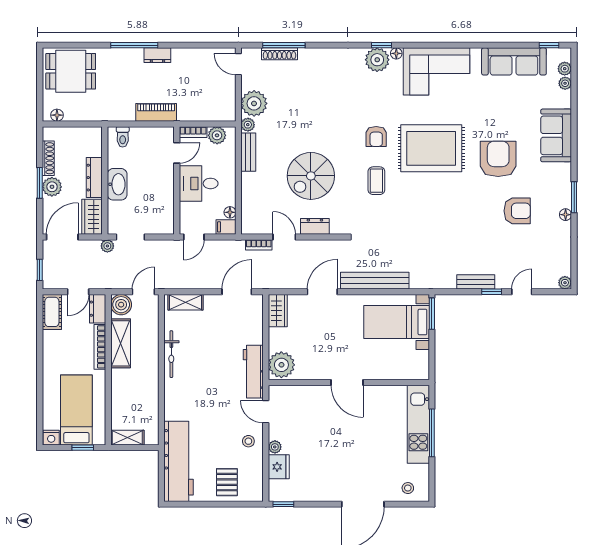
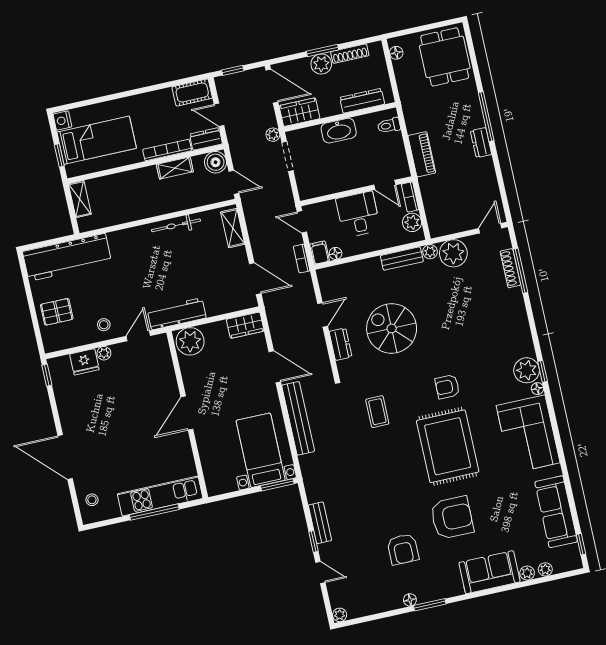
plant: (565, 69) -> (527, 573), moved
dresser: (94, 178) -> (362, 101), moved
coffee table: (376, 181) -> (377, 412), moved, turned 90
bookcase: (259, 245) -> (302, 259), moved
shelving: (121, 343) -> (175, 168), width x0.67, depth x0.75

